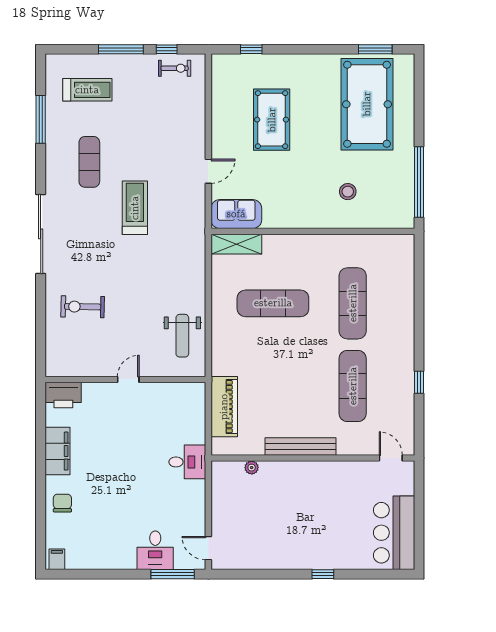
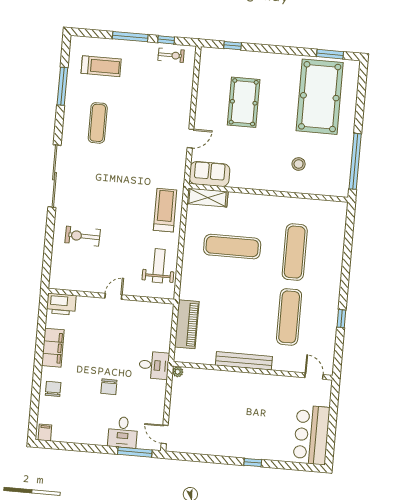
treadmill: (135, 208) -> (165, 210), moved
weight bench: (182, 336) -> (159, 266), turned 180
plant: (252, 468) -> (178, 372), moved
chair: (133, 494) -> (109, 387), added

